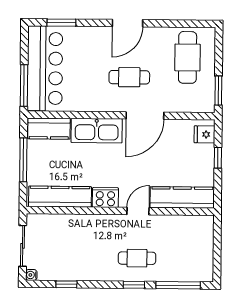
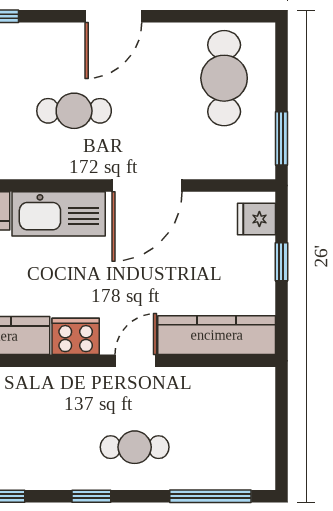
cafe table: (129, 77) -> (74, 111), moved
window: (134, 285) -> (91, 496), moved

